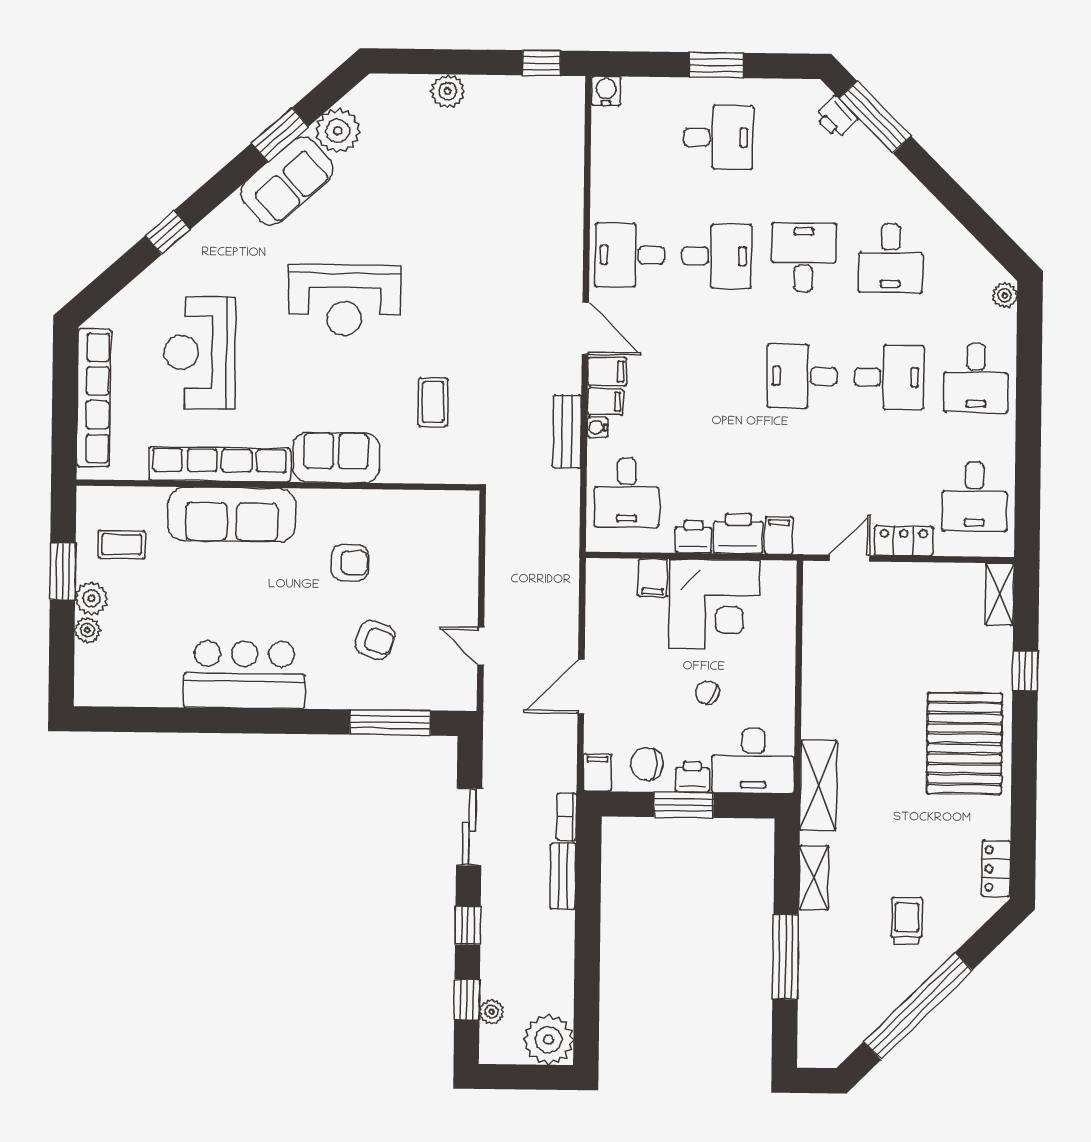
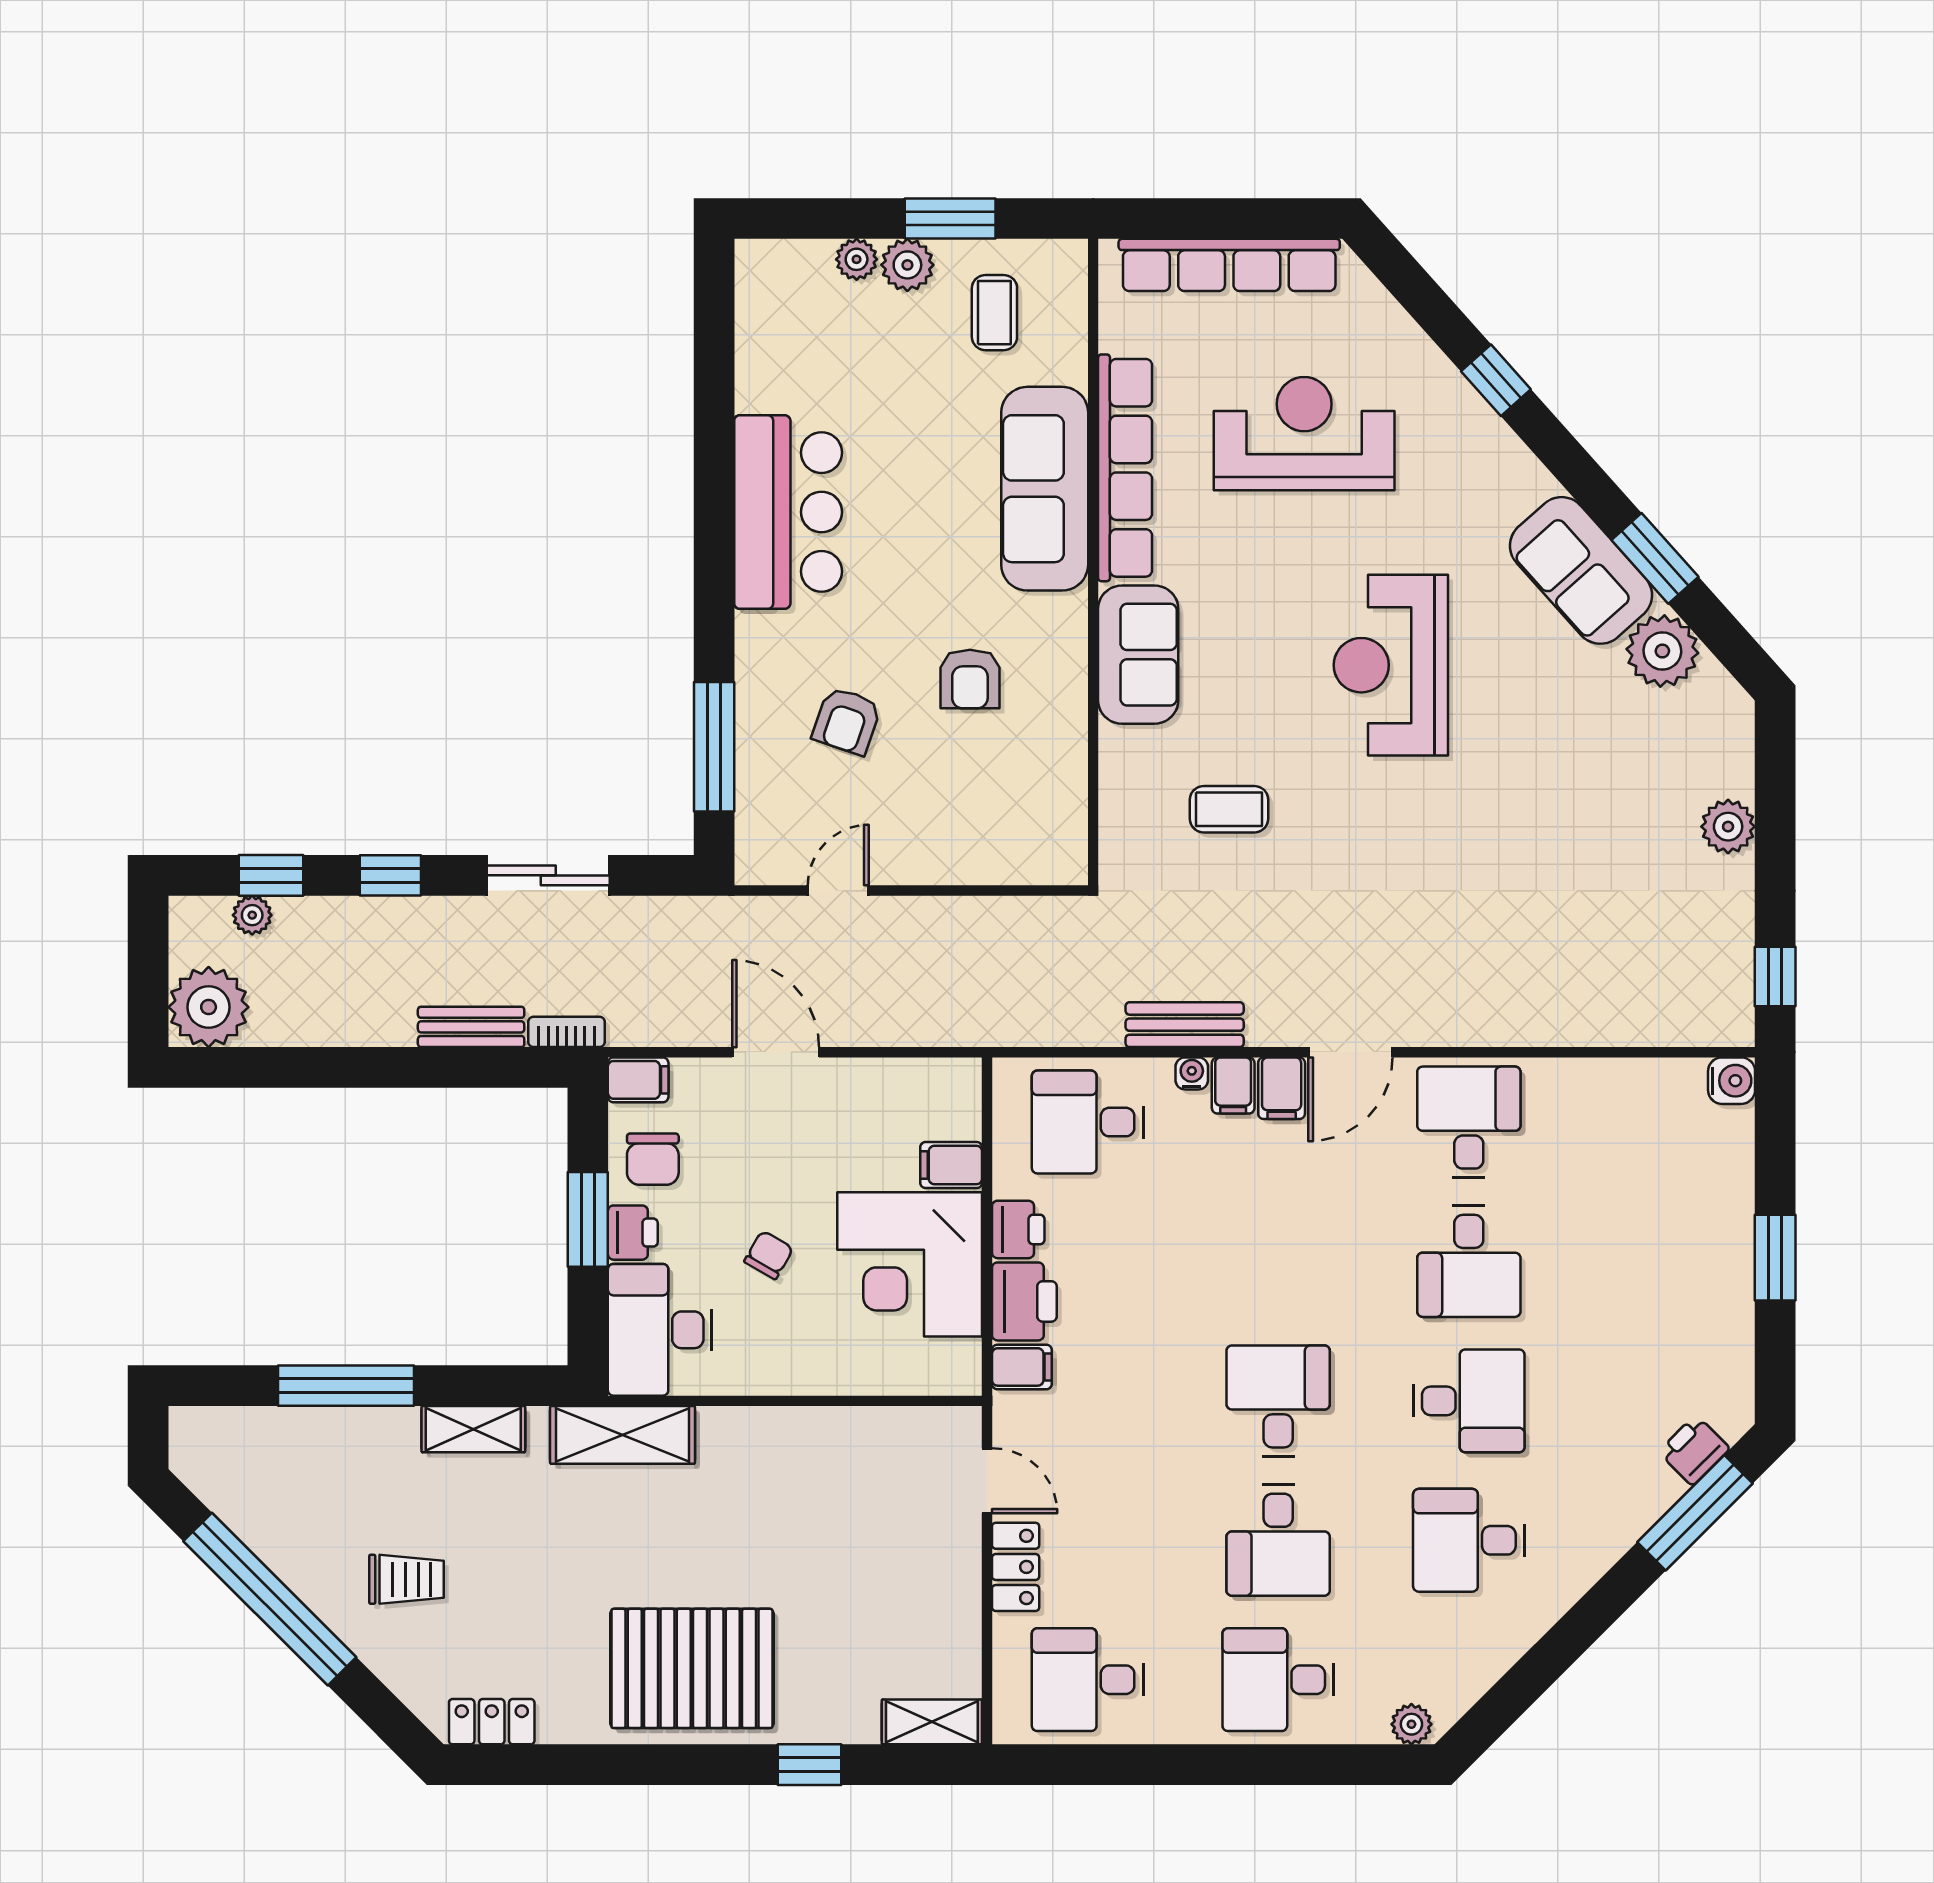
desk: (718, 137) -> (1659, 1261), removed
chair: (647, 764) -> (653, 1159), turned 180

